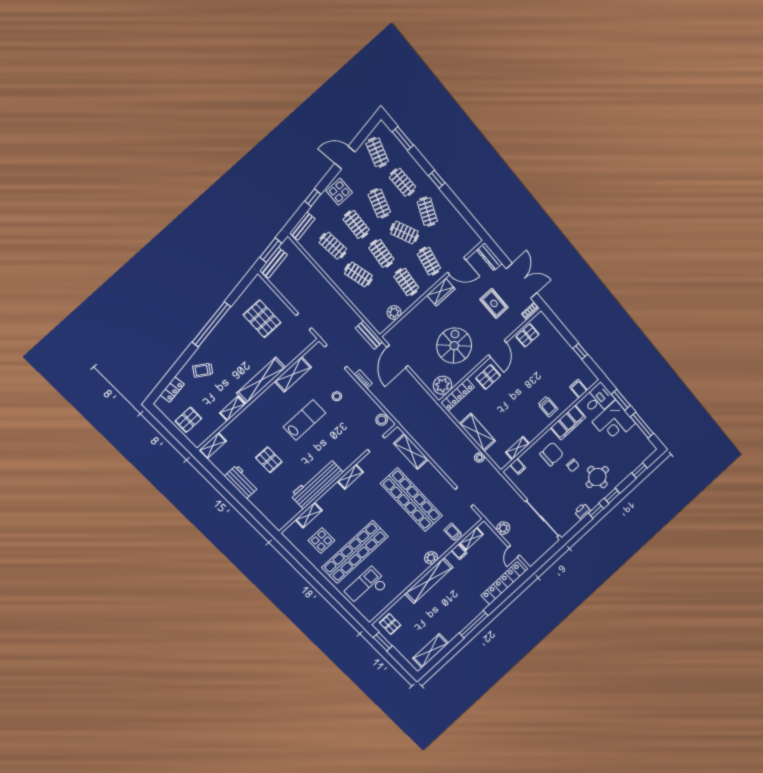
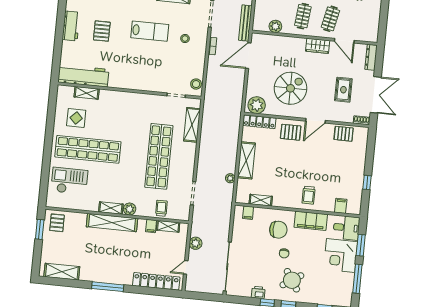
bench: (369, 335) -> (245, 23), width x1.36
shelving: (350, 477) -> (111, 208), moved
round table: (597, 477) -> (292, 280), turned -33
workbench: (317, 484) -> (83, 76), moved

